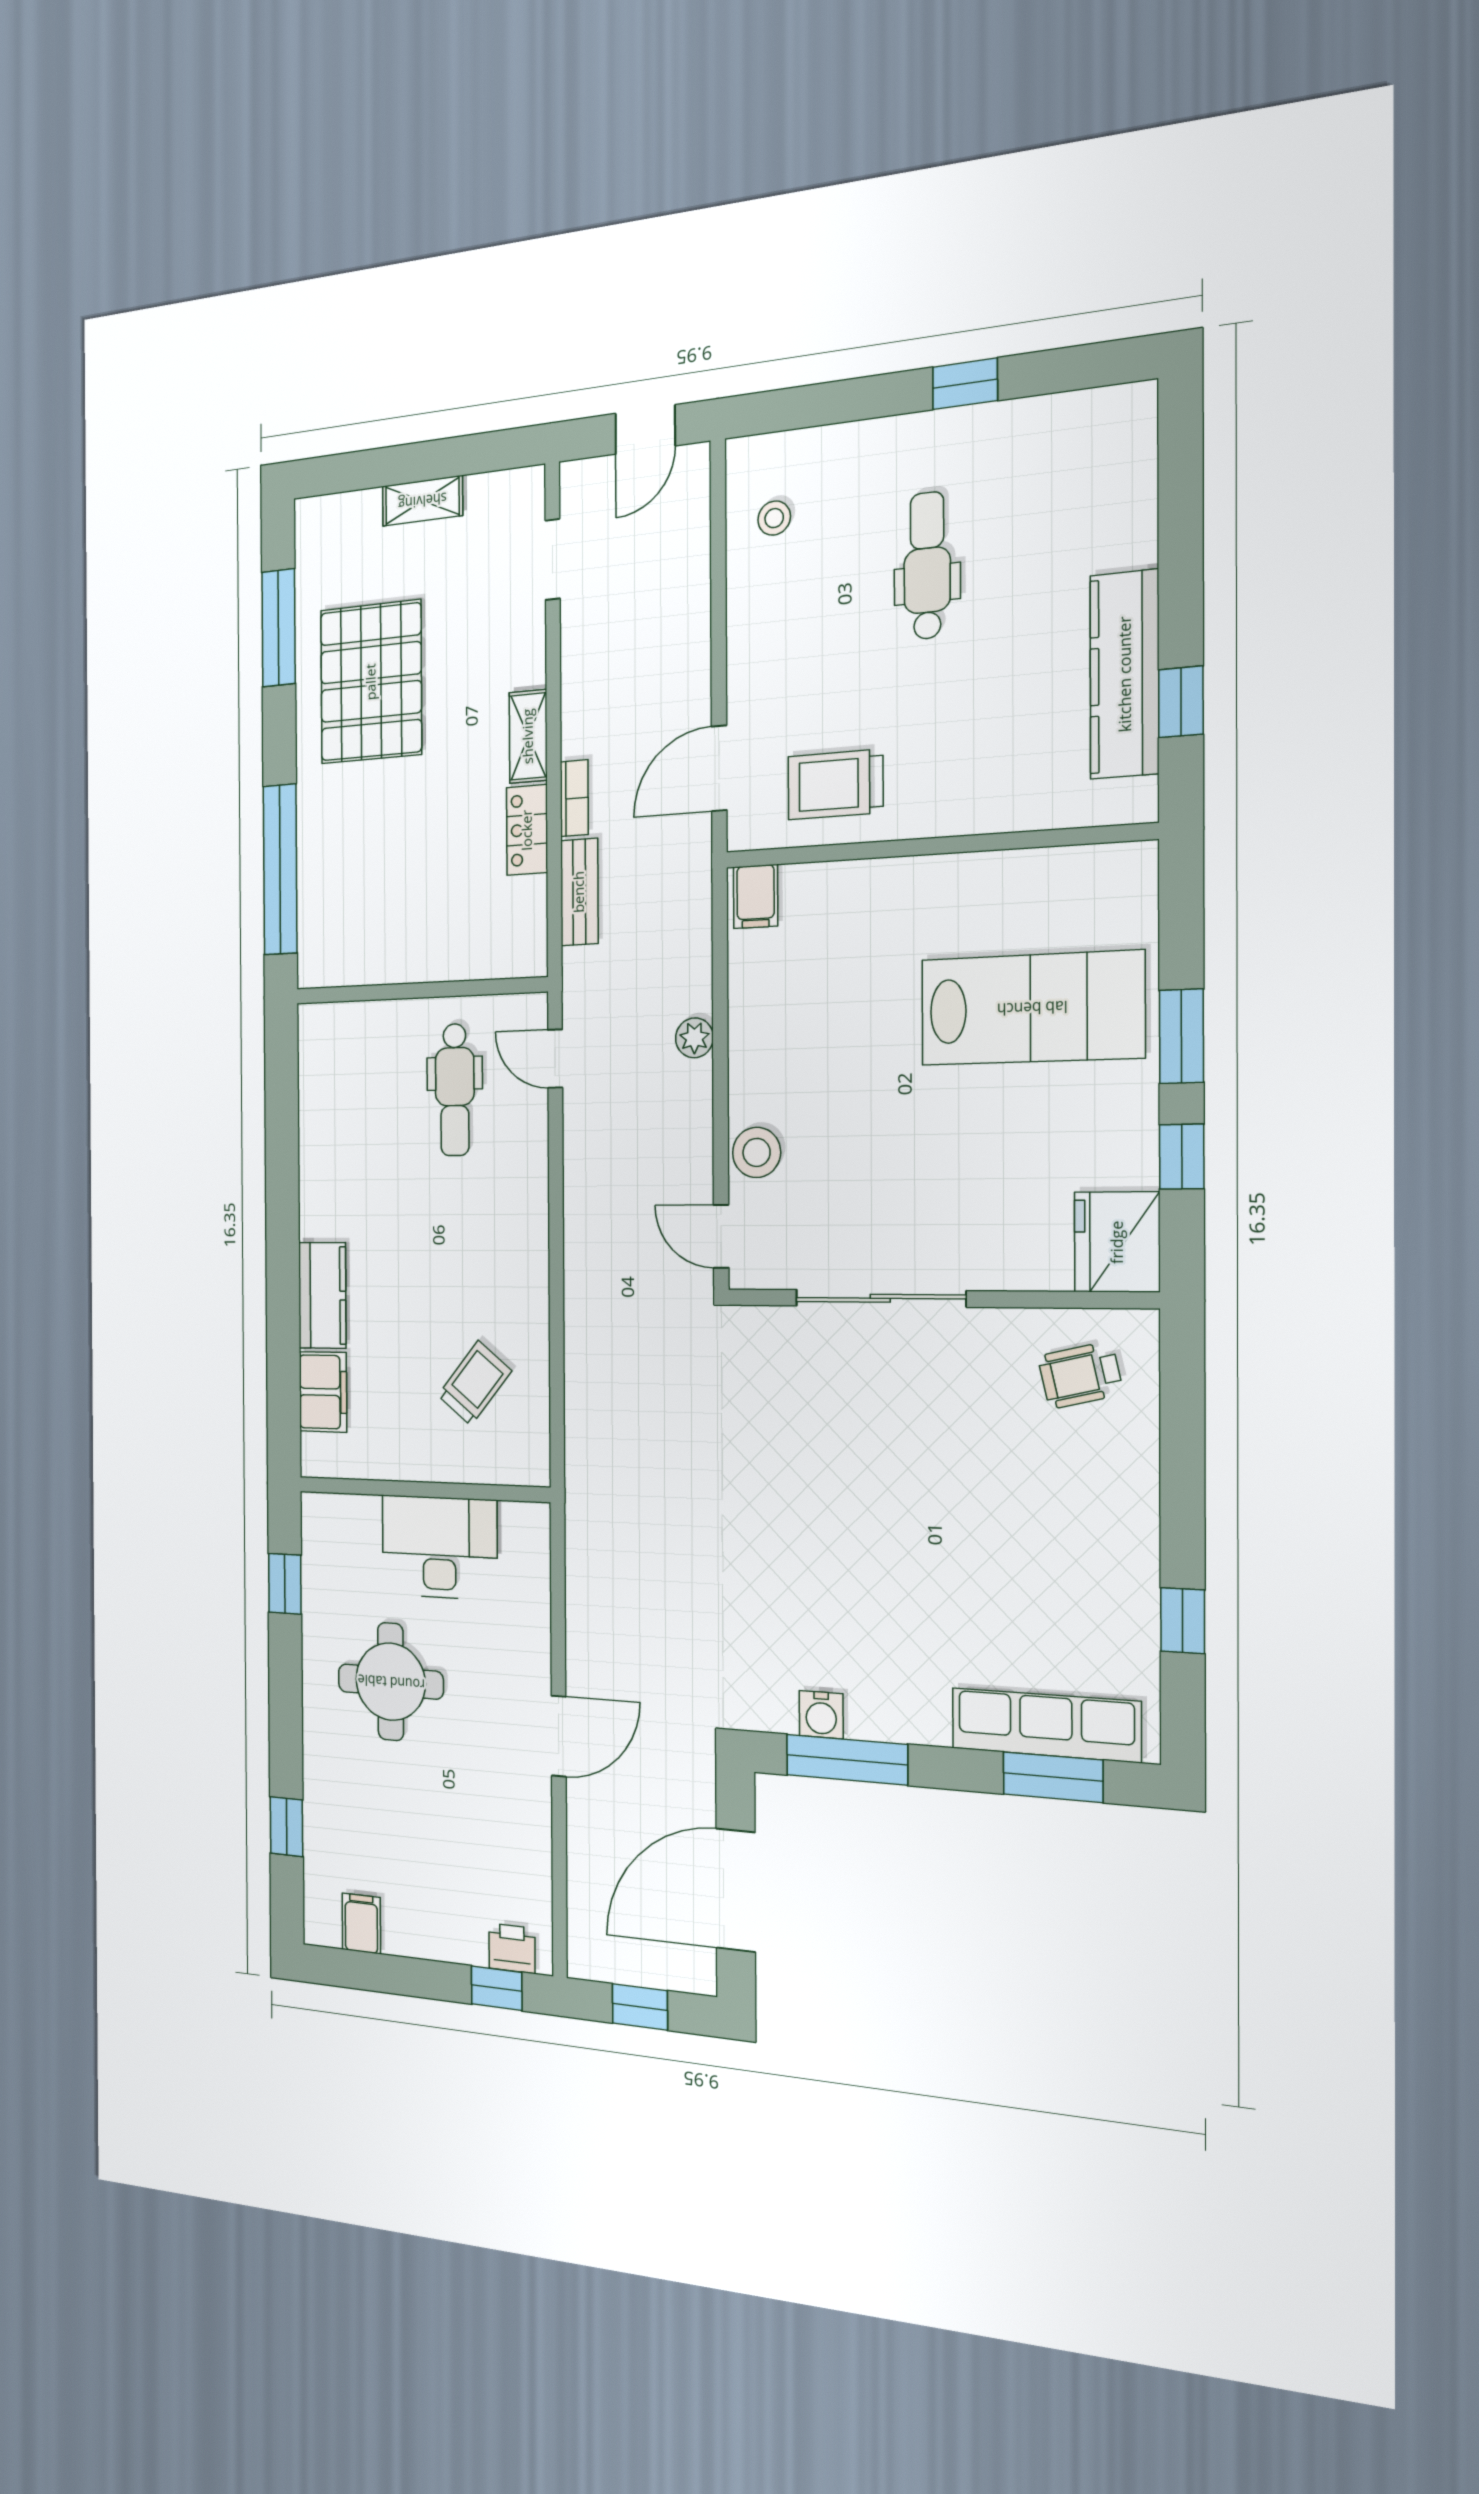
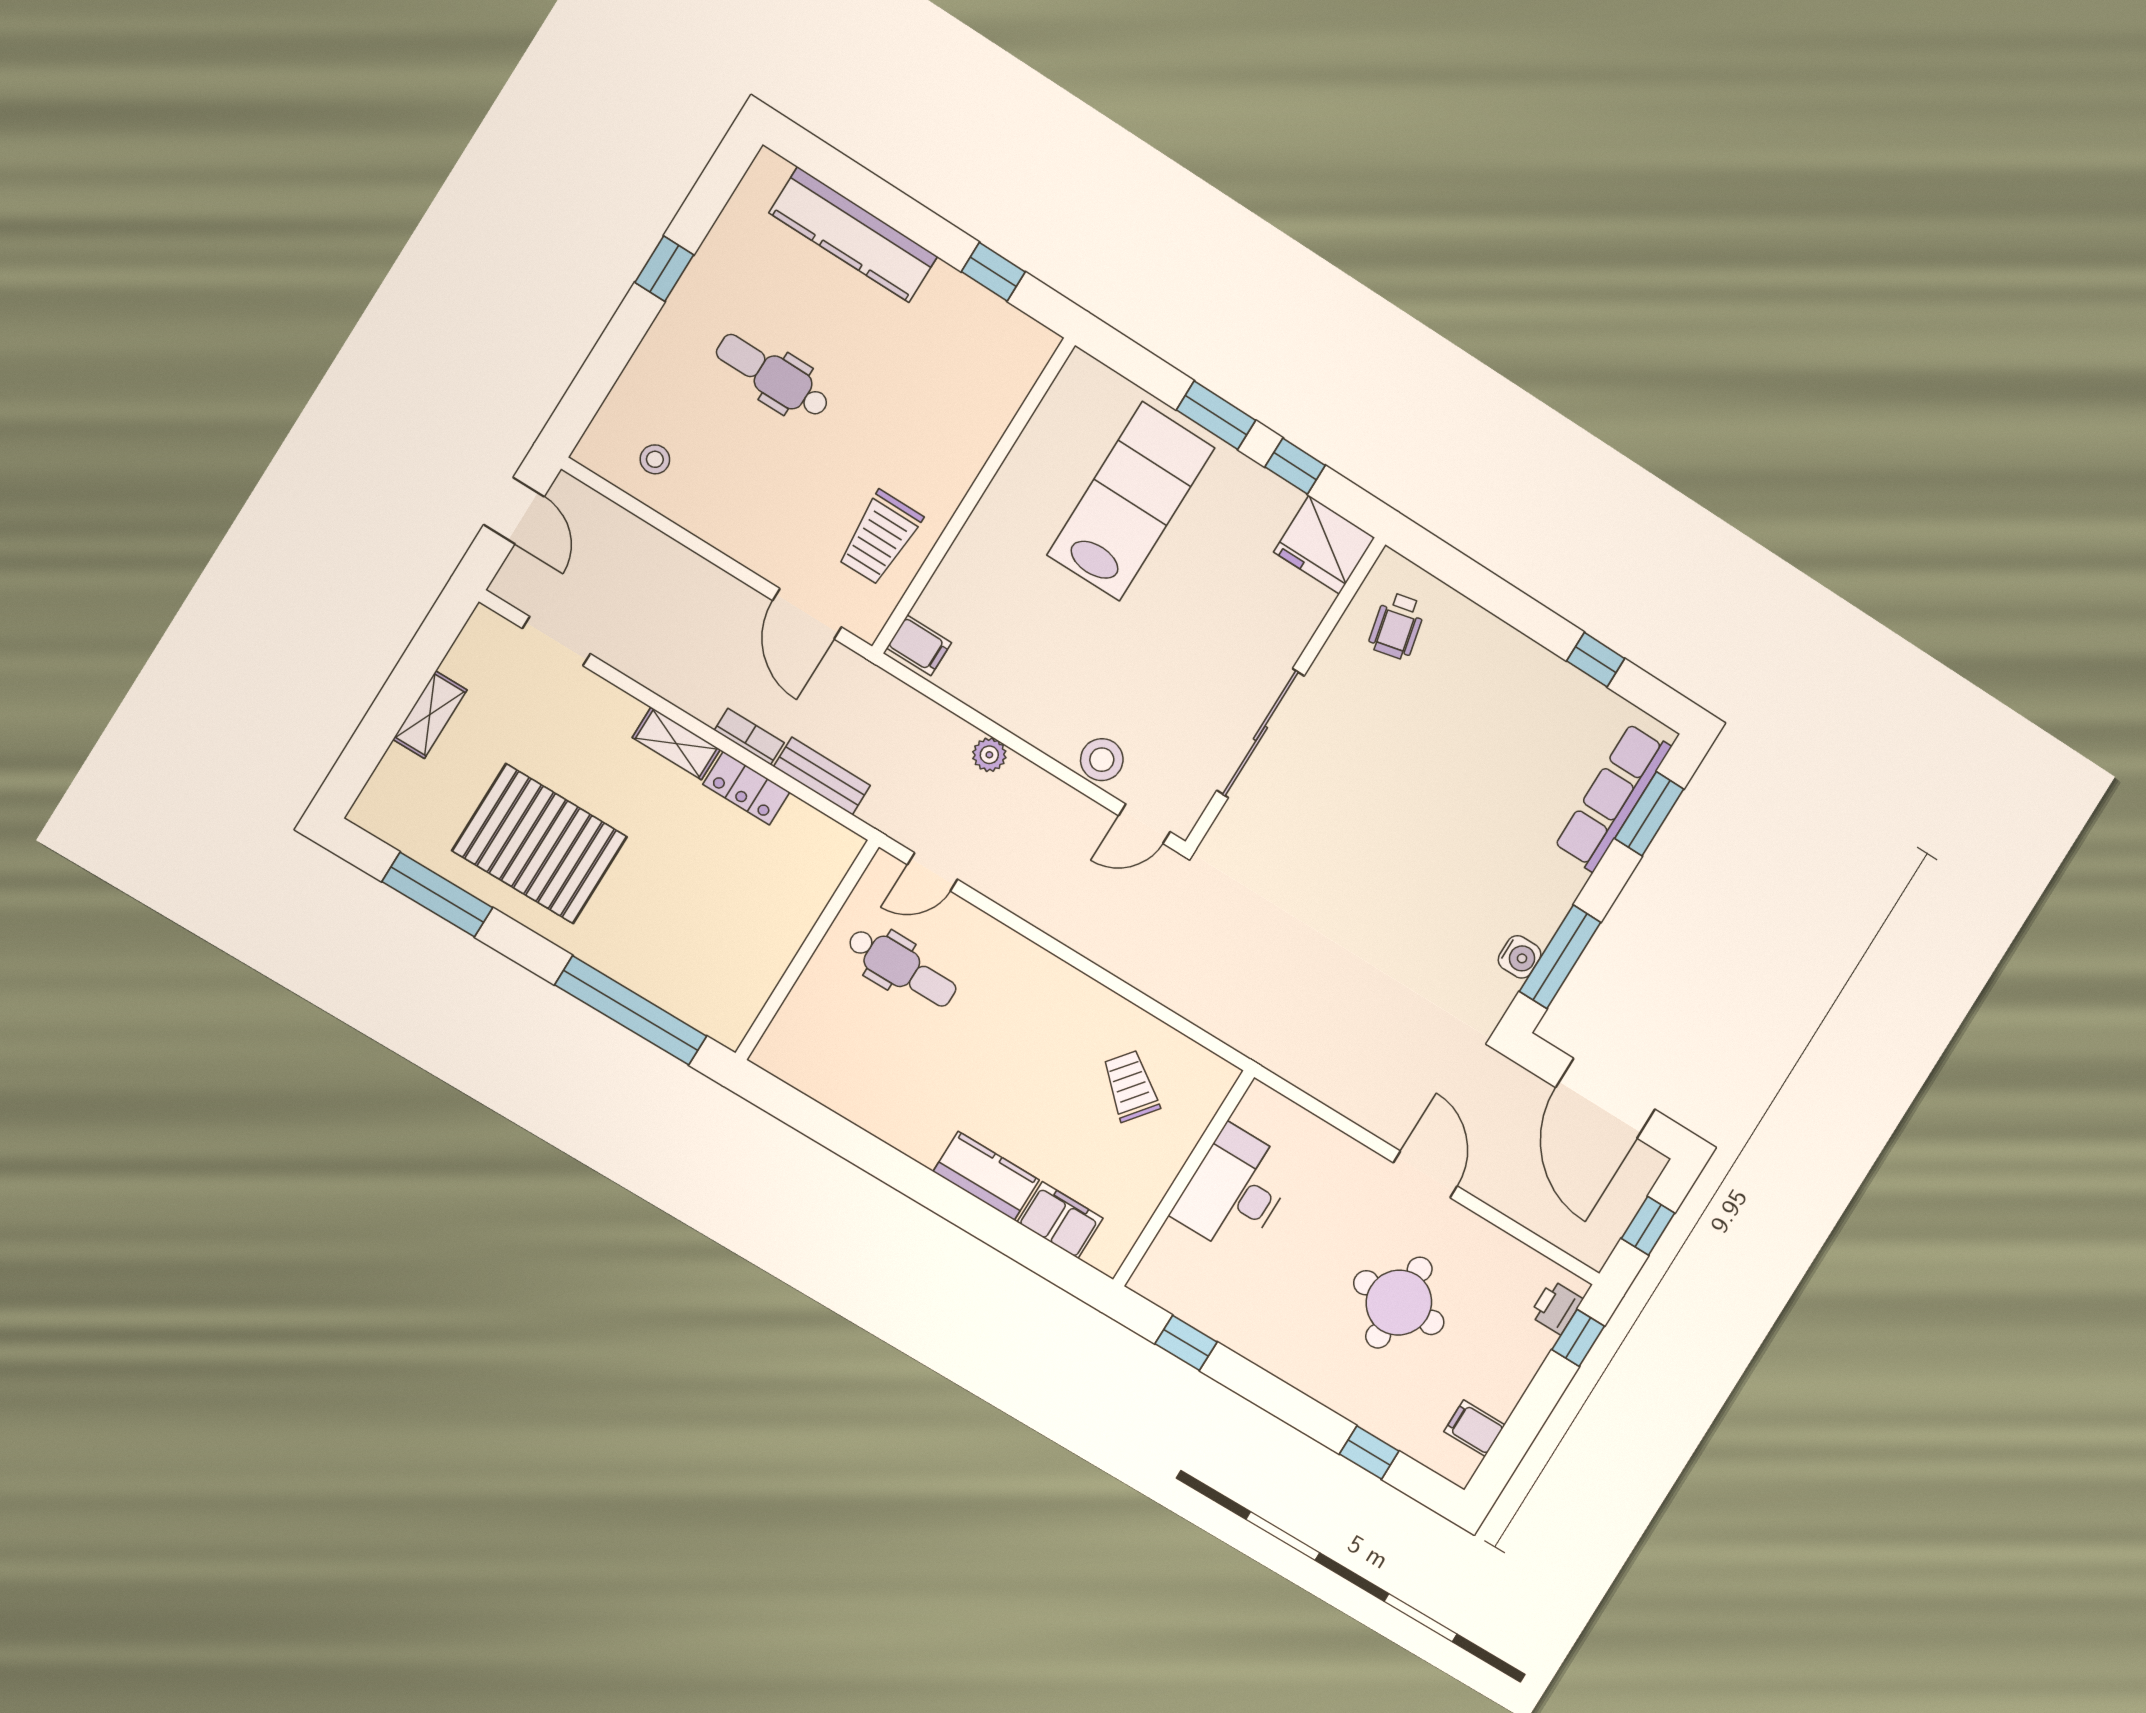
kitchen counter: (1125, 674) -> (853, 235), moved
round table: (391, 1682) -> (1399, 1303), moved

